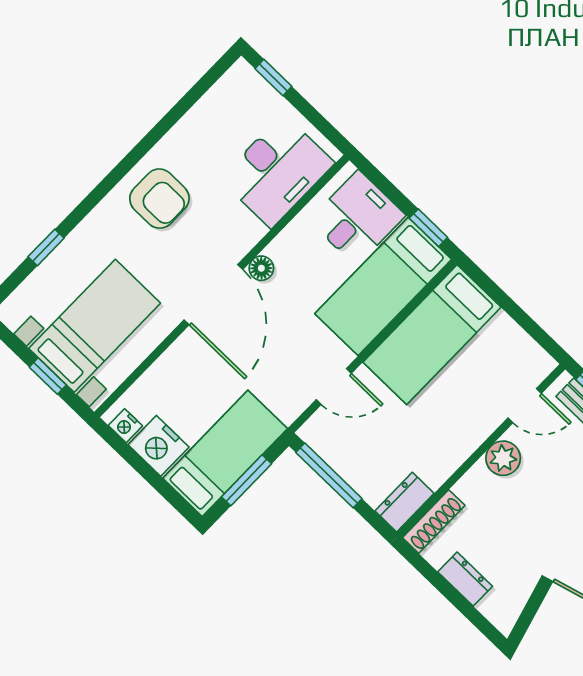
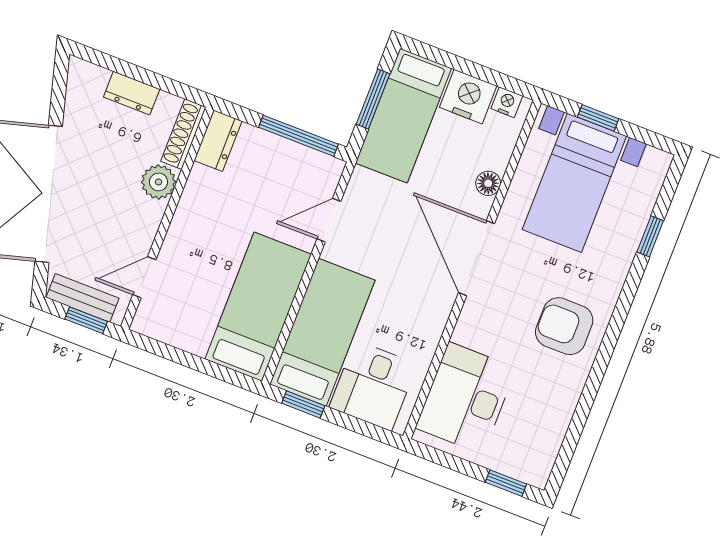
floor lamp: (261, 268) -> (488, 183), moved
plant: (503, 458) -> (159, 182), moved

